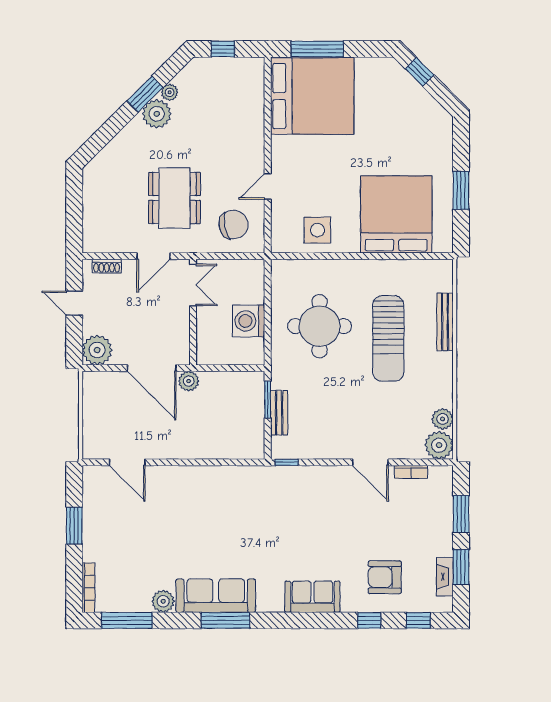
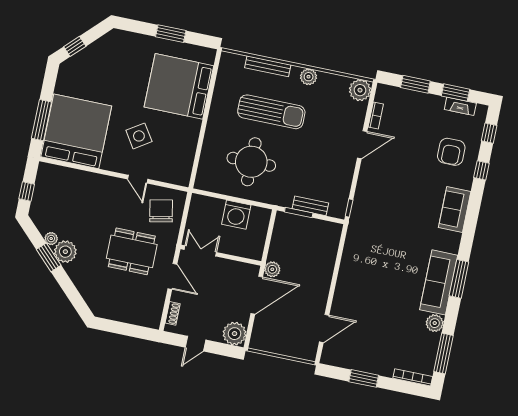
side table: (317, 230) -> (139, 136), moved, turned -33
plant: (443, 419) -> (309, 77), moved

